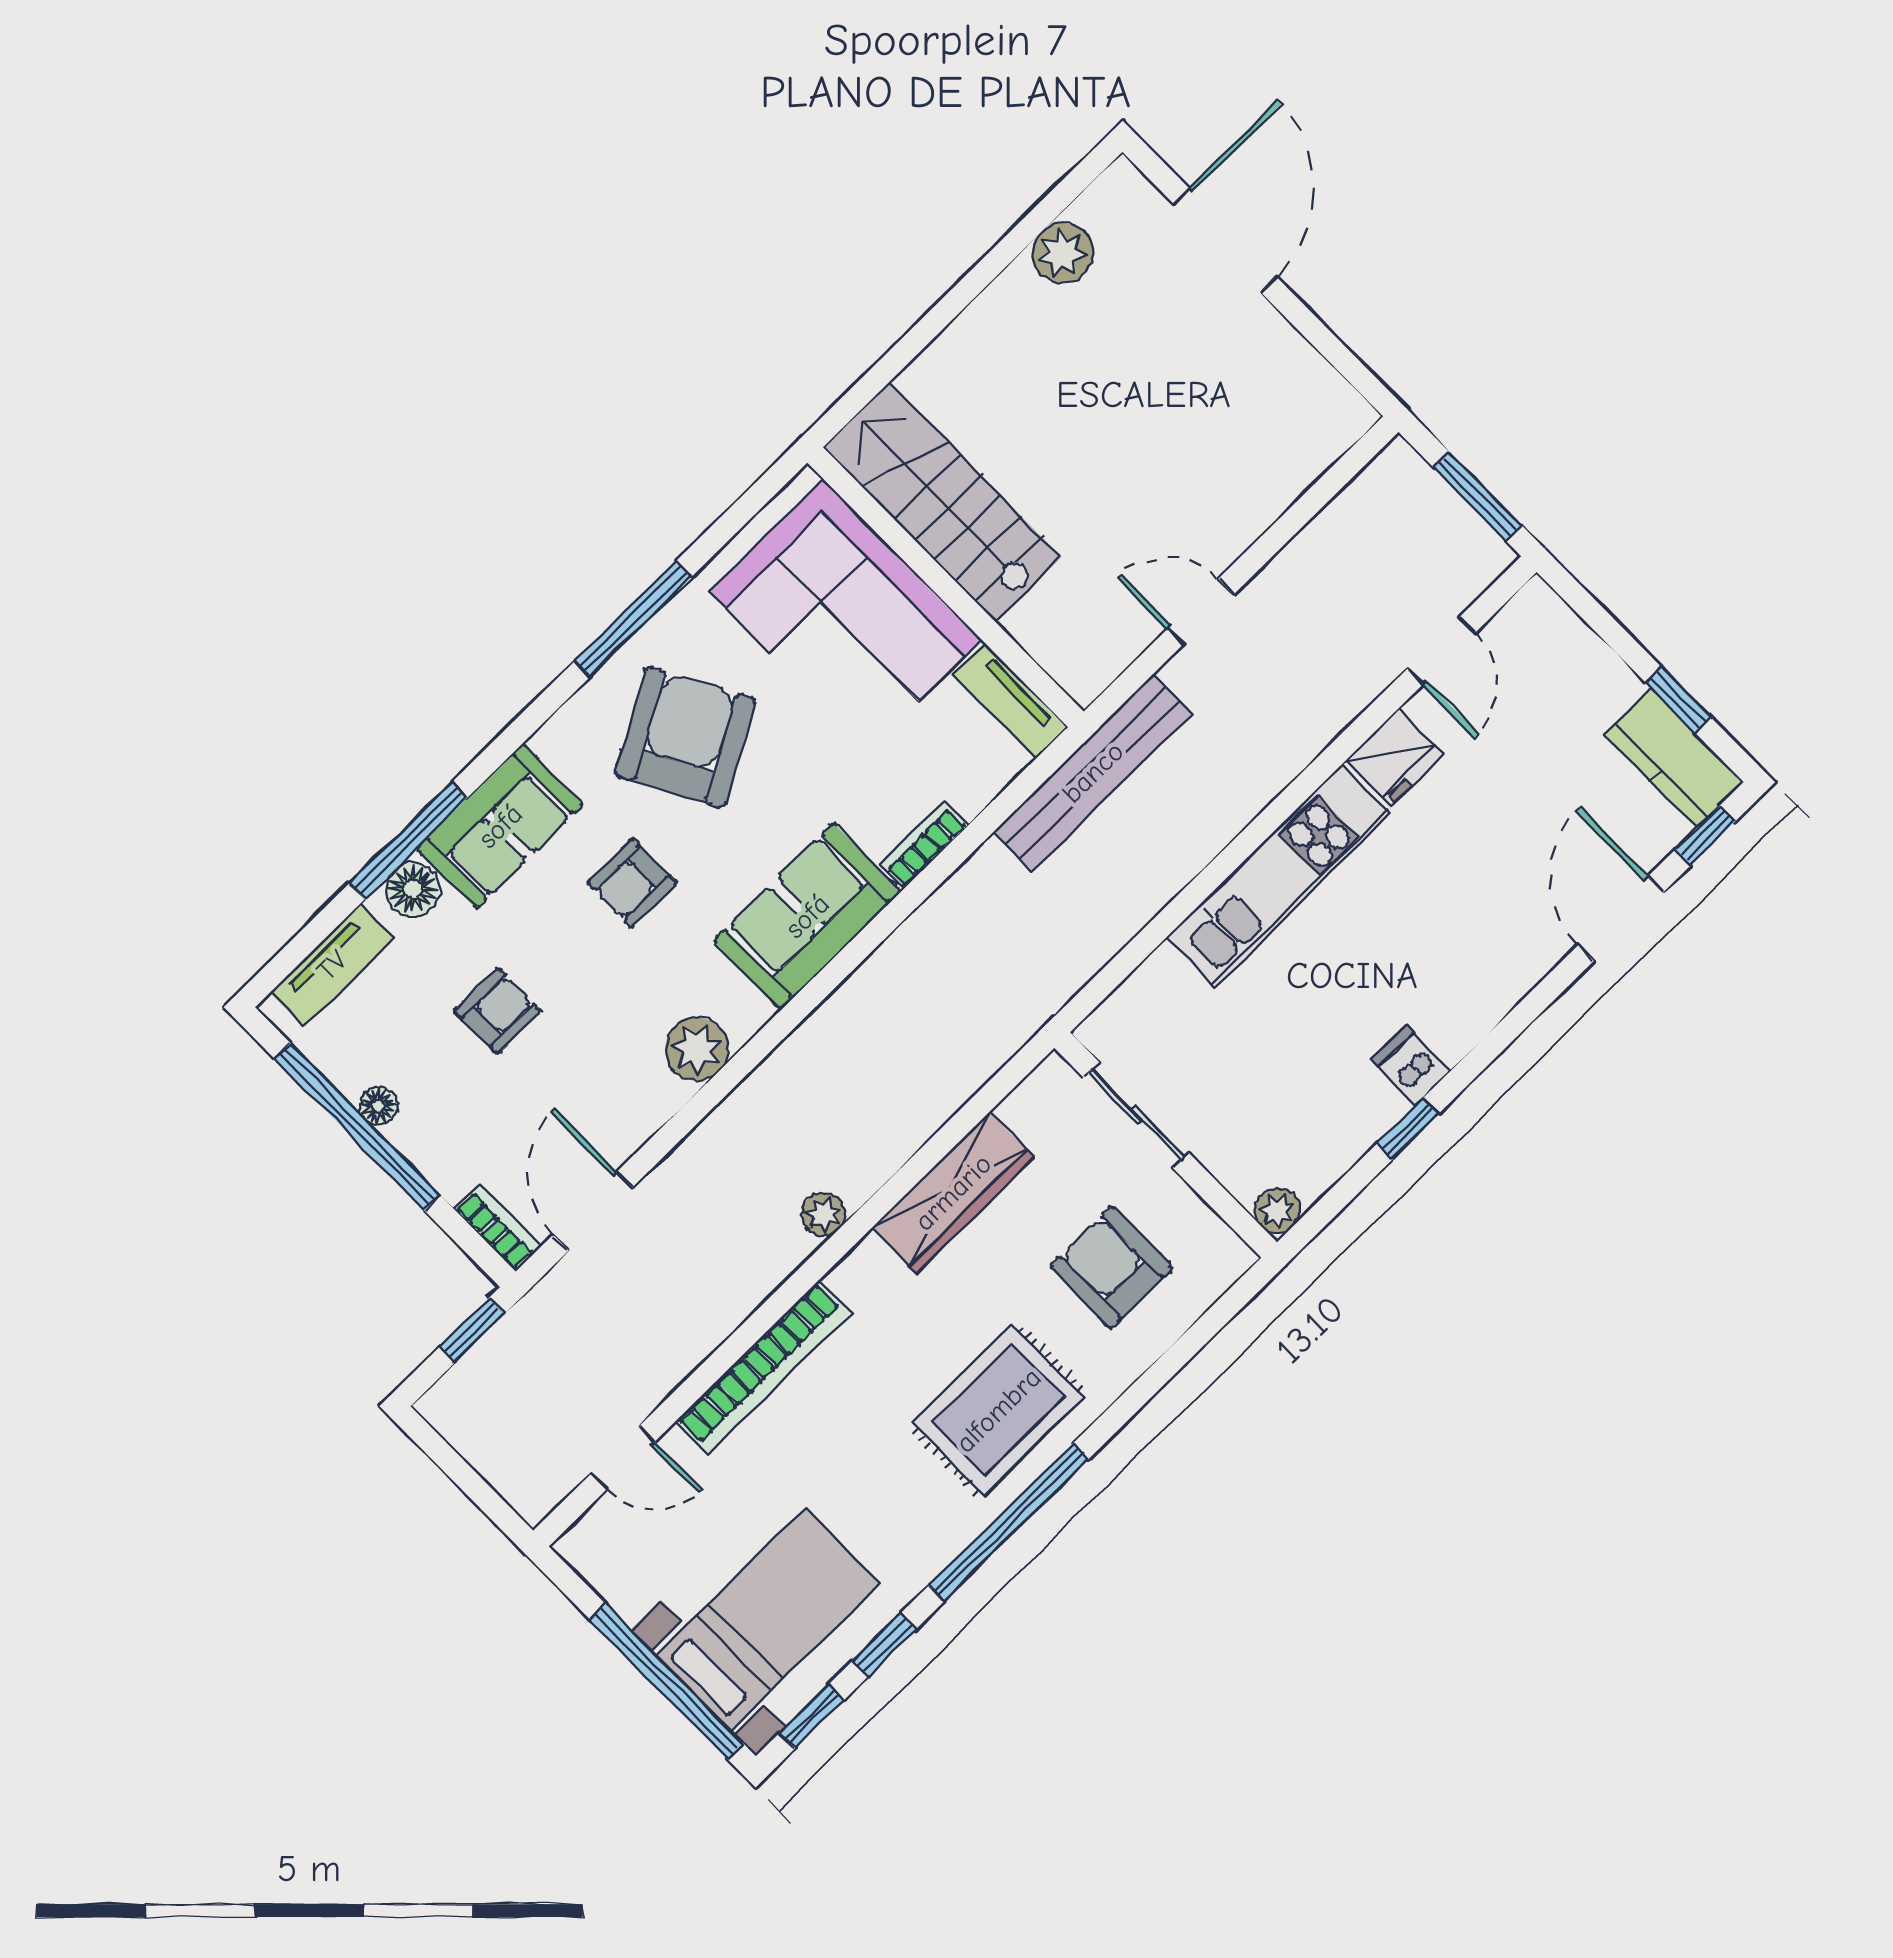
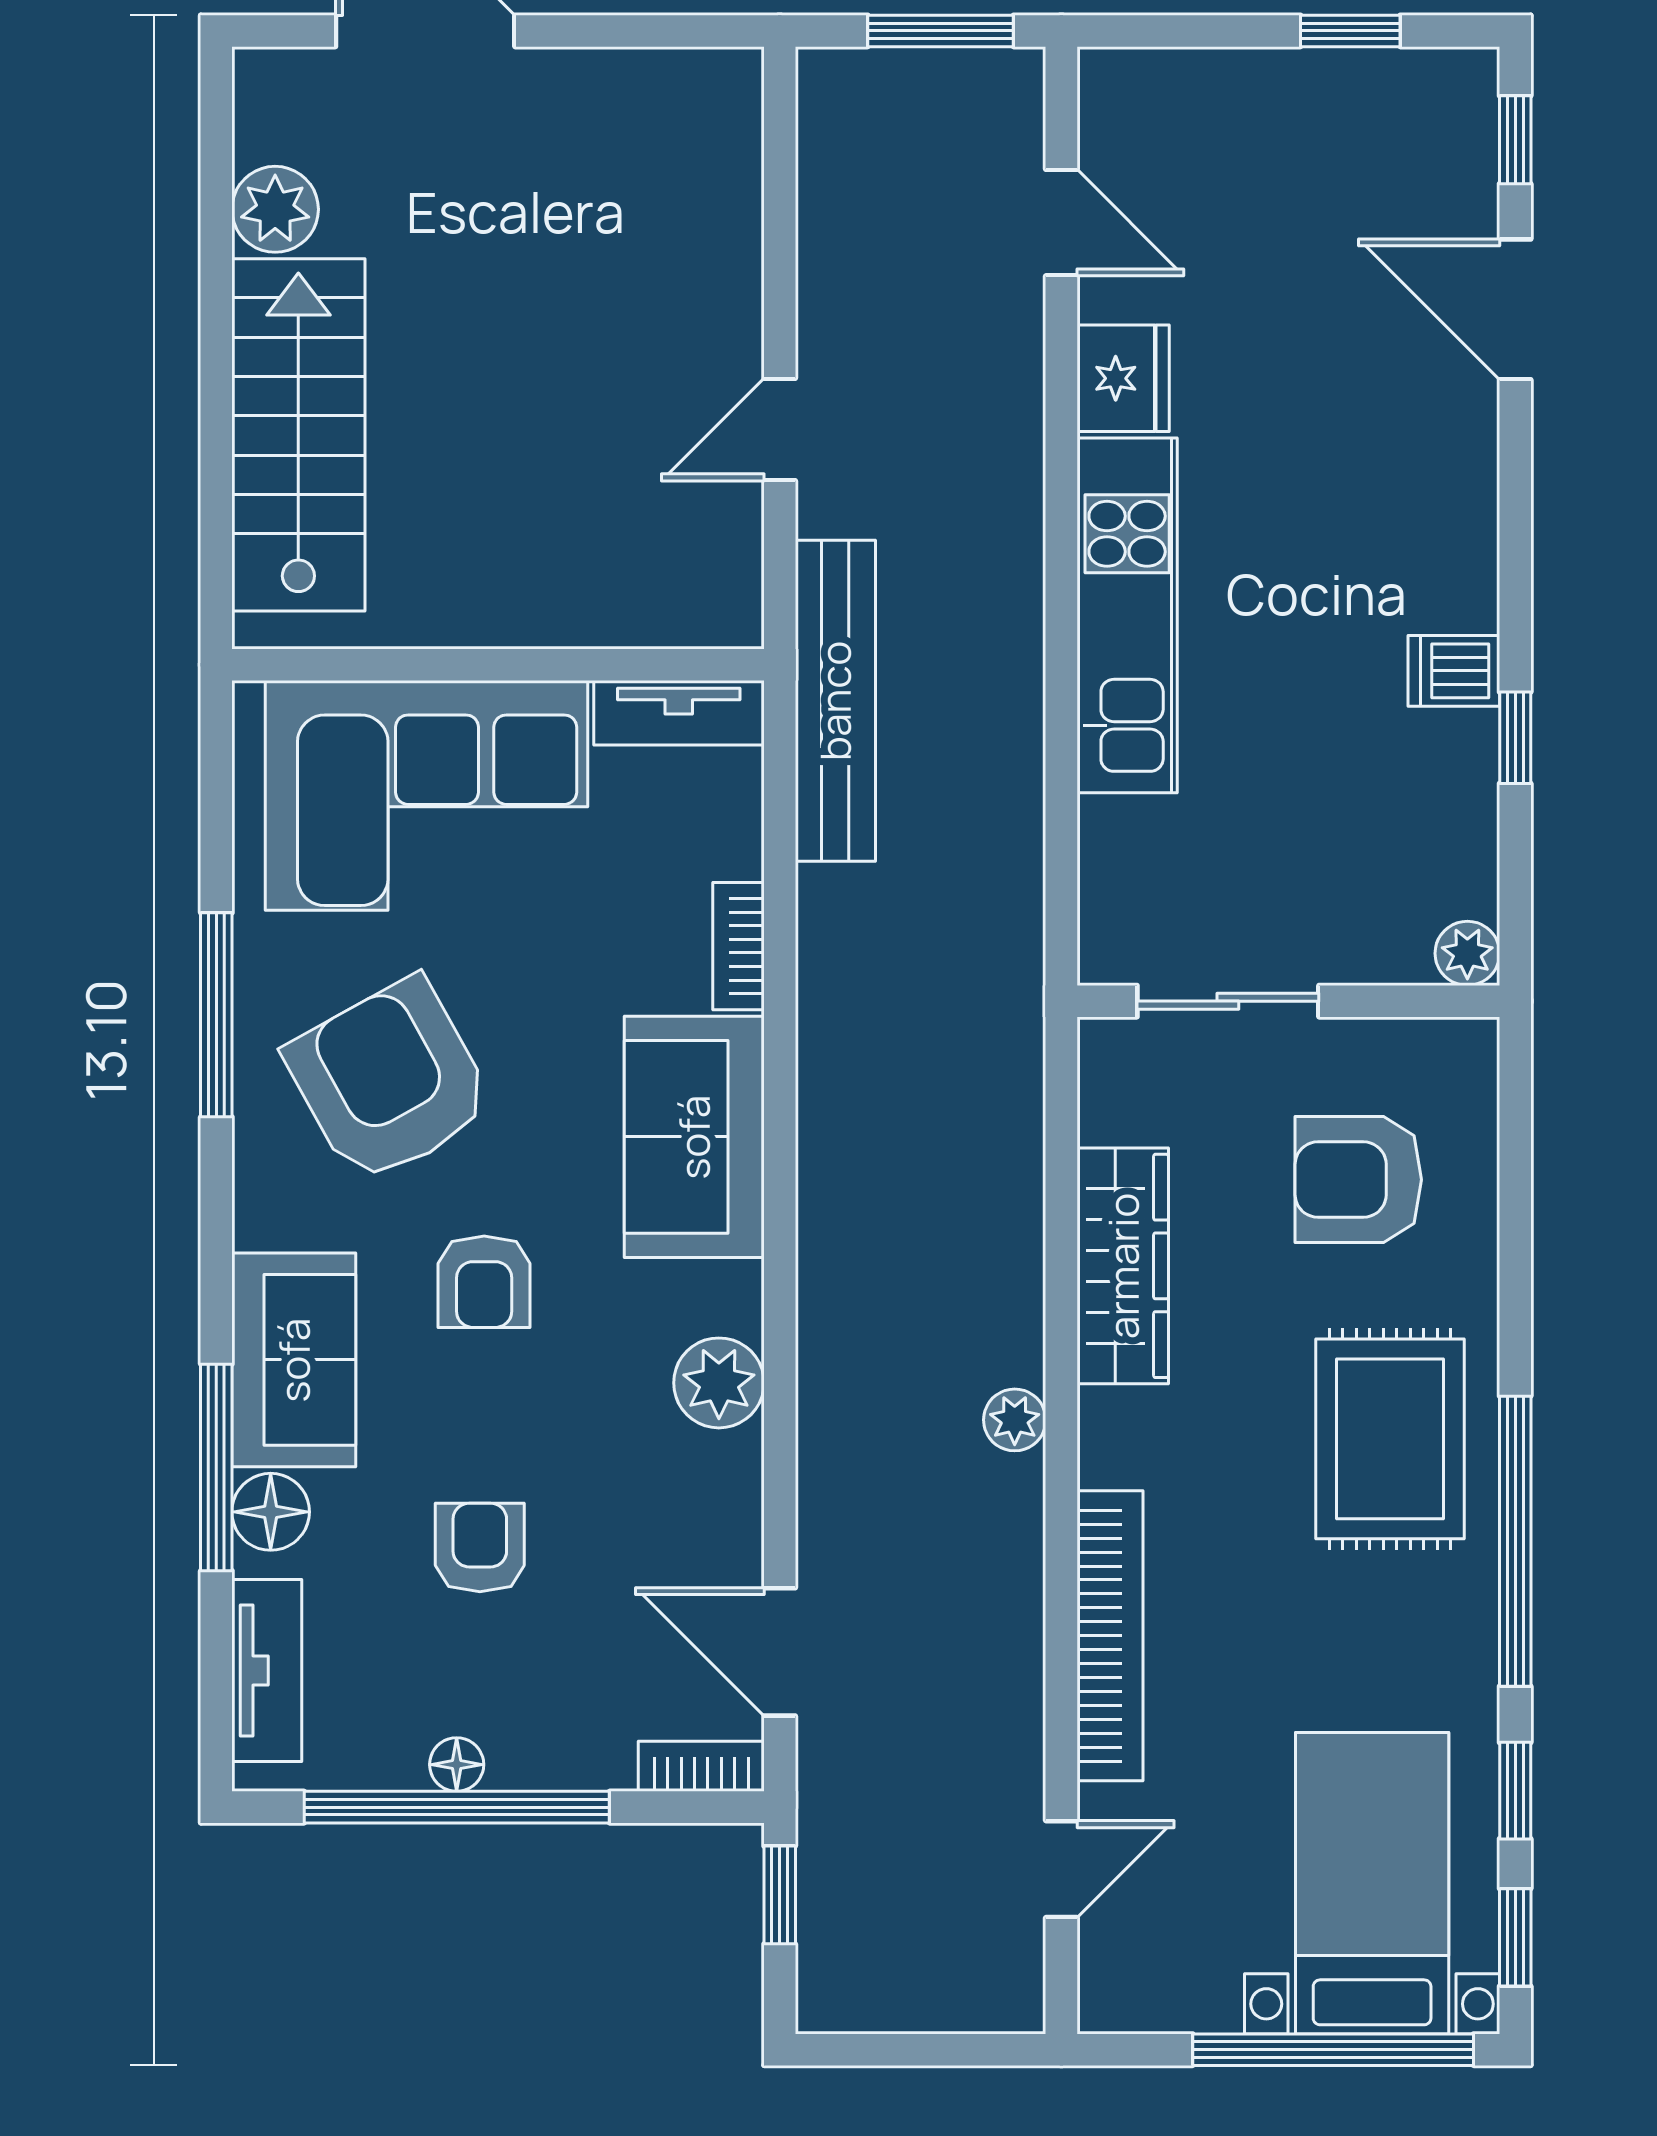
stairs: (942, 502) -> (298, 435), moved, turned 90
kitchen counter: (1674, 758) -> (1405, 94), removed

